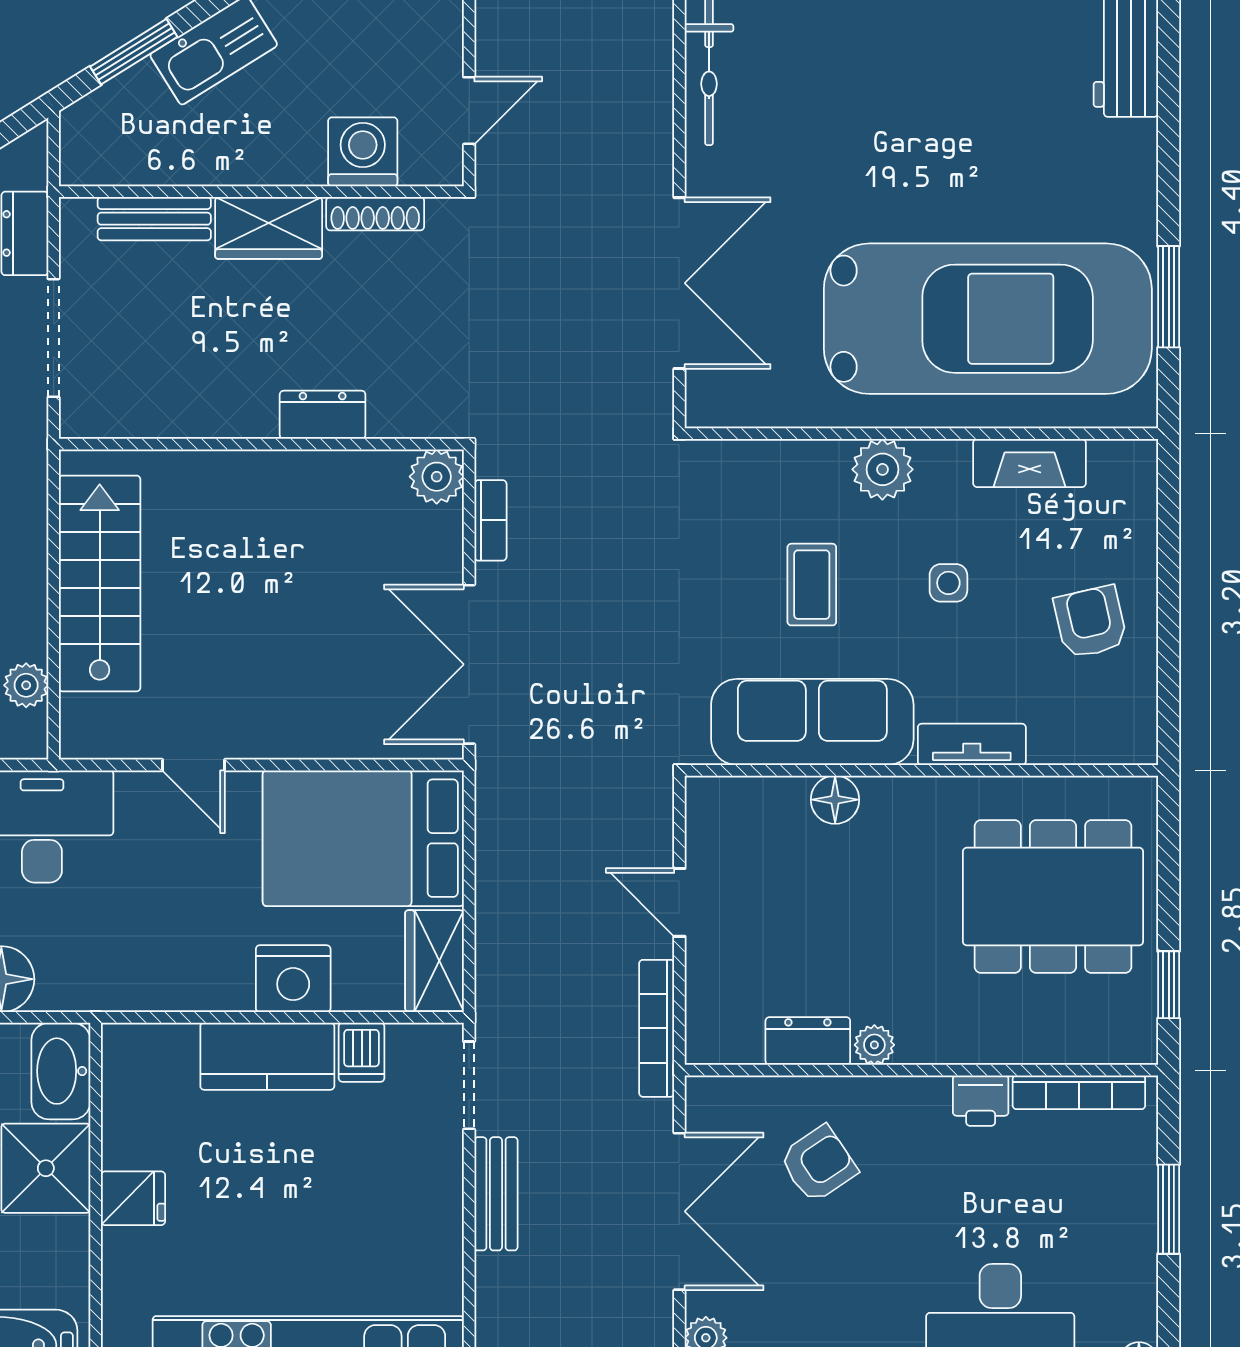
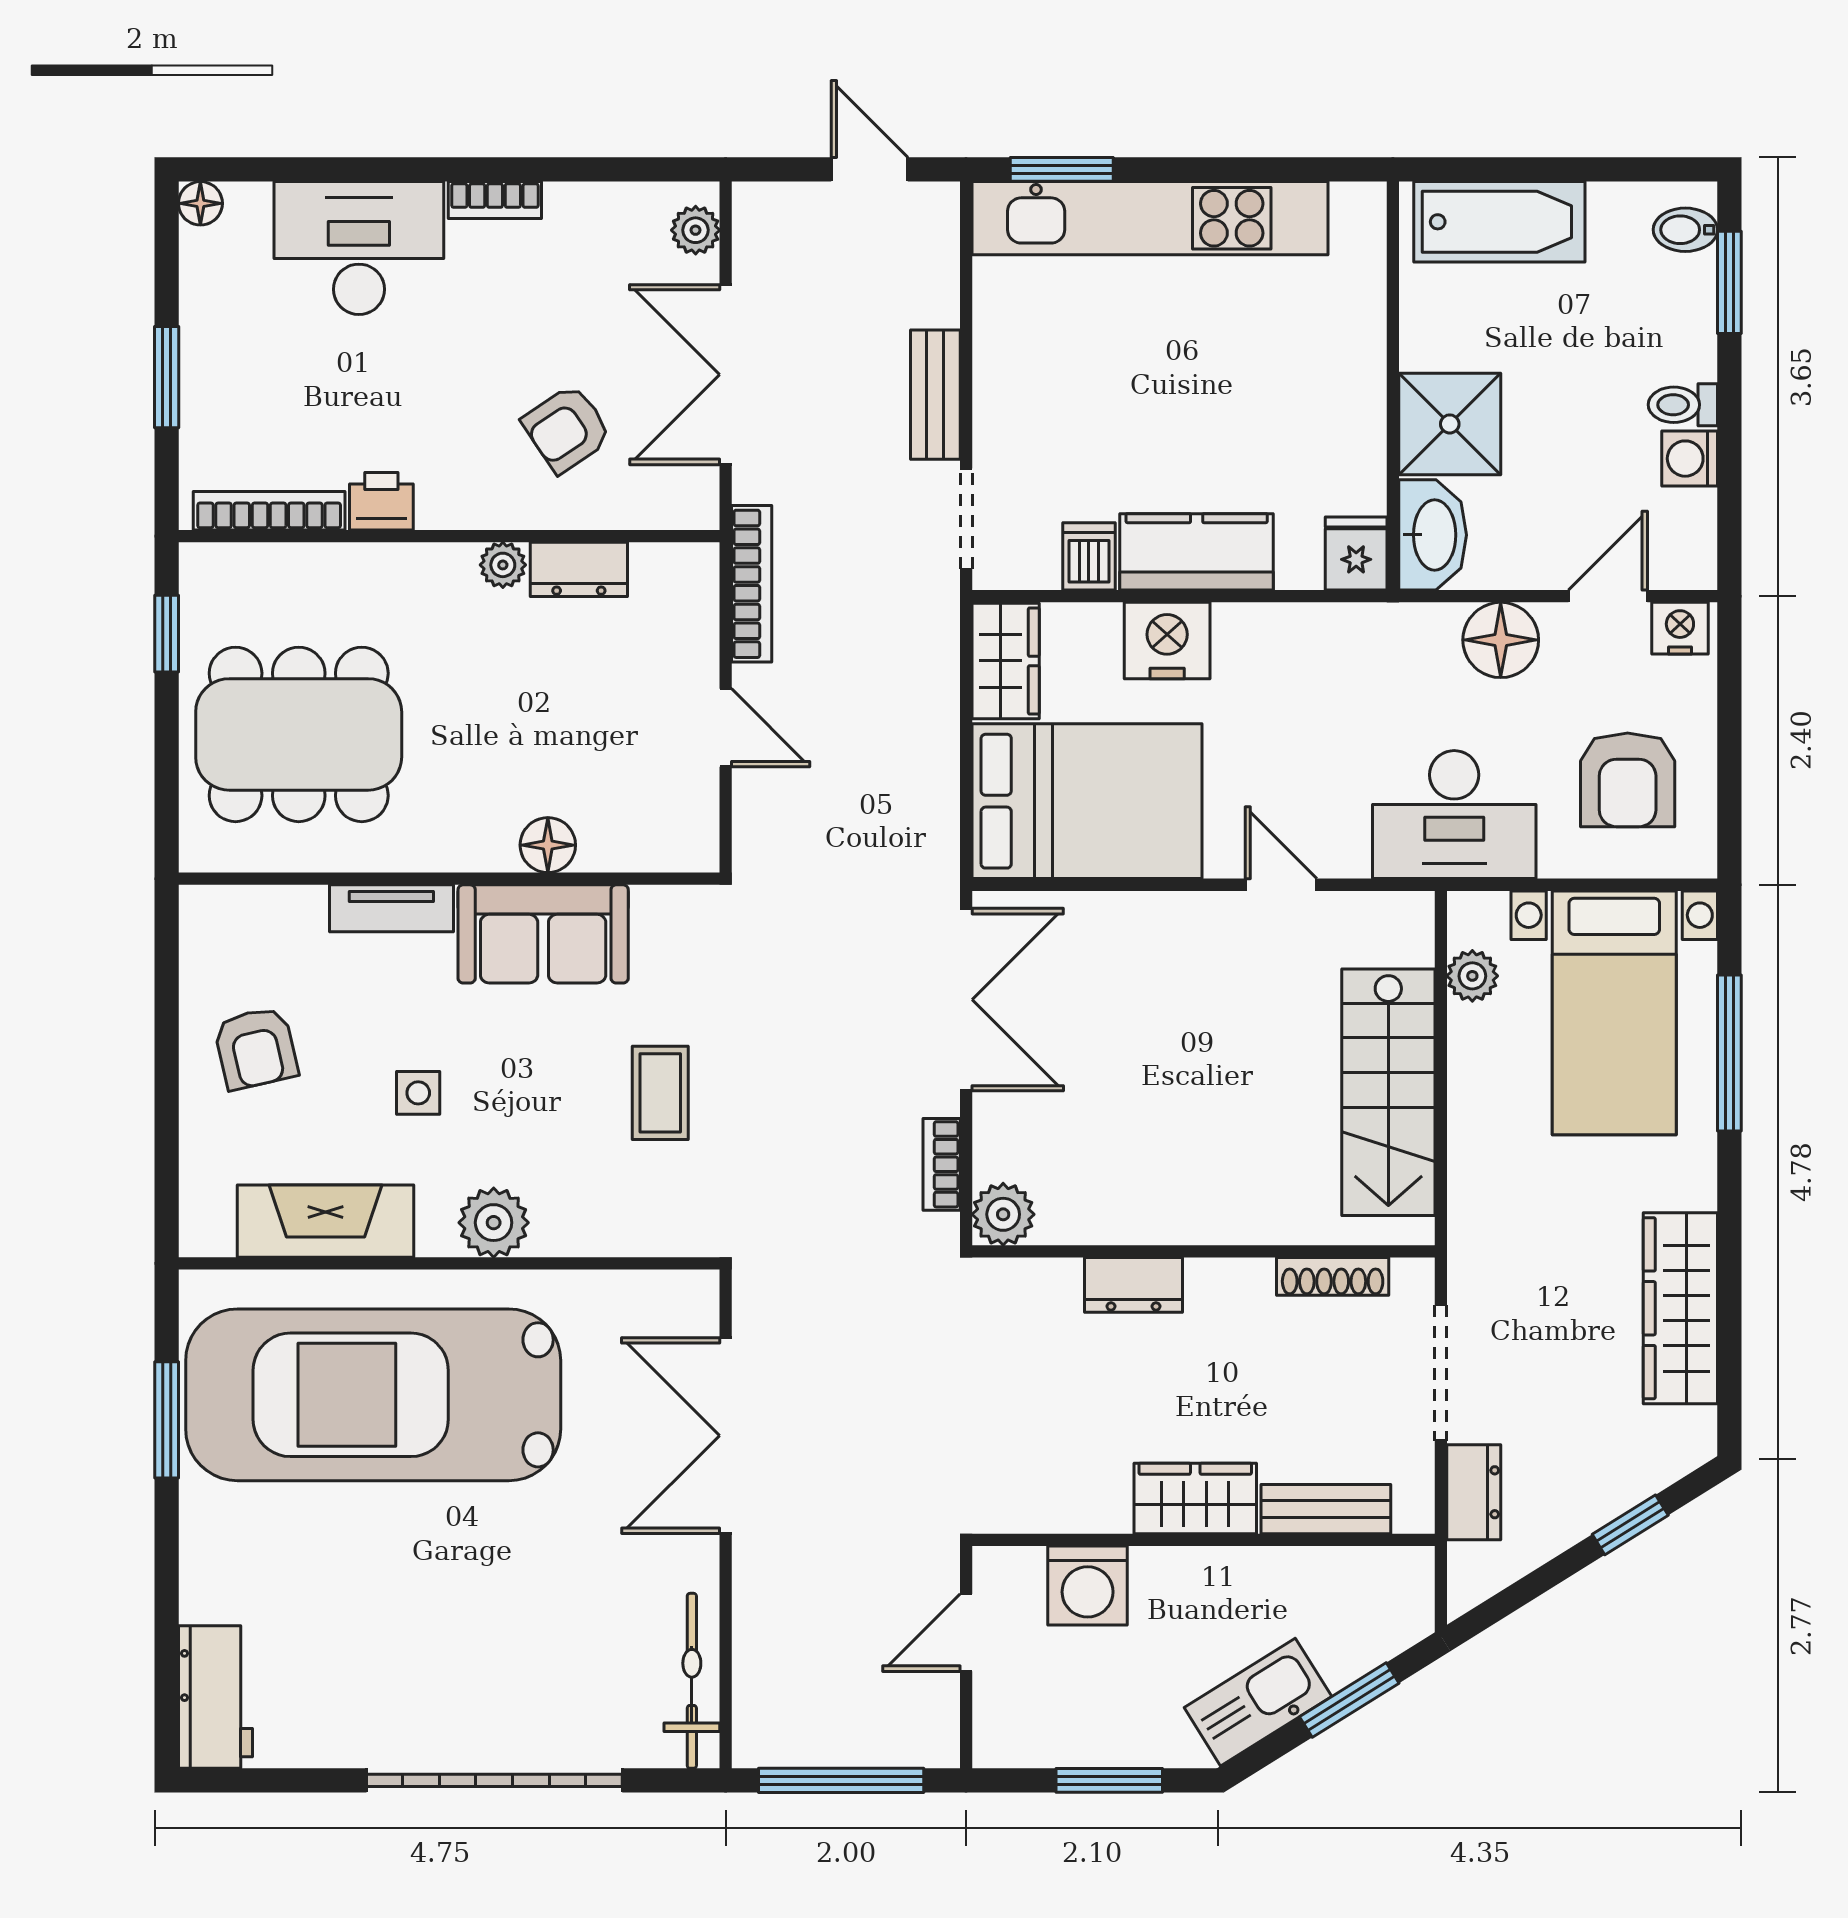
shoe rack: (375, 214) -> (1333, 1276), moved, turned 180
fireplace: (1030, 463) -> (326, 1221), width x1.37, depth x1.32
coffee table: (812, 585) -> (660, 1093), moved
sofa: (812, 722) -> (543, 934), width x0.73
fridge: (133, 1198) -> (1356, 554), moved, turned 90

